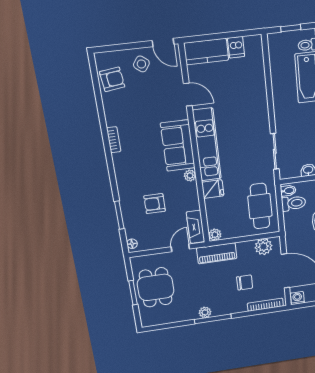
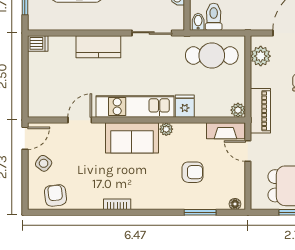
dishwasher: (236, 47) -> (38, 43), moved
kitchen counter: (206, 52) -> (98, 47), moved, turned 90
armchair: (155, 204) -> (192, 172), turned -90

